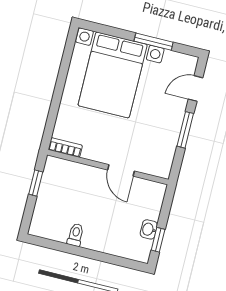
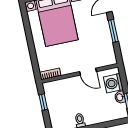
washing machine: (149, 205) -> (113, 83), added

